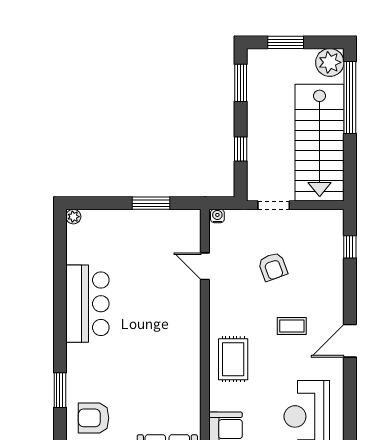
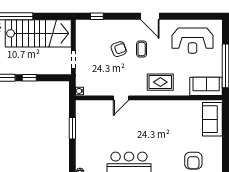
window: (241, 149) -> (29, 78), moved
door: (205, 266) -> (121, 98), moved
armchair: (273, 267) -> (119, 49), moved

